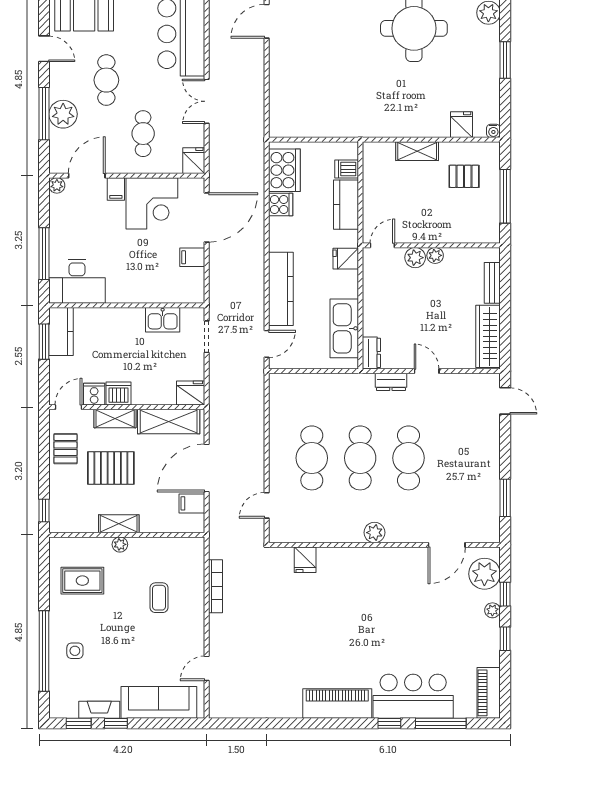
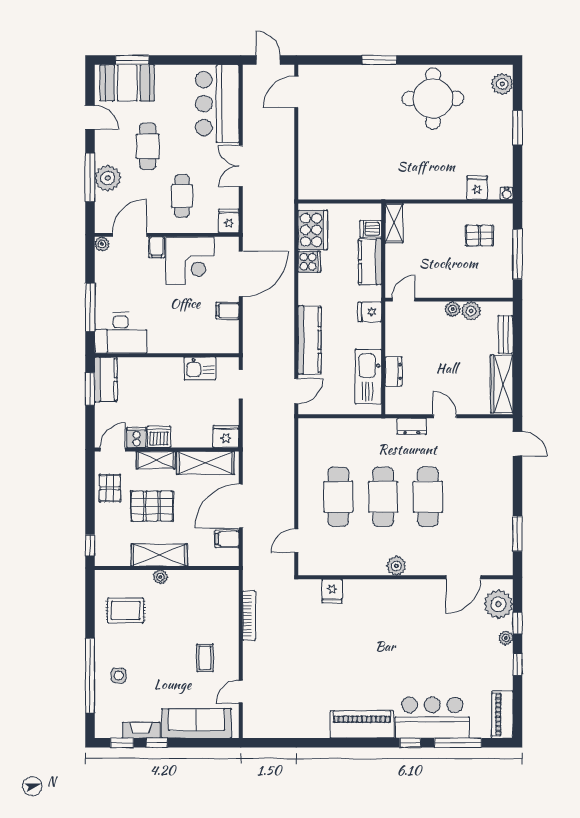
shelving: (417, 151) -> (394, 223), moved, turned 90
plant: (415, 258) -> (471, 311), moved
dresser: (371, 353) -> (394, 371), moved
shelving: (119, 524) -> (159, 555), width x1.50, depth x1.33
coffee table: (159, 598) -> (205, 658), moved

